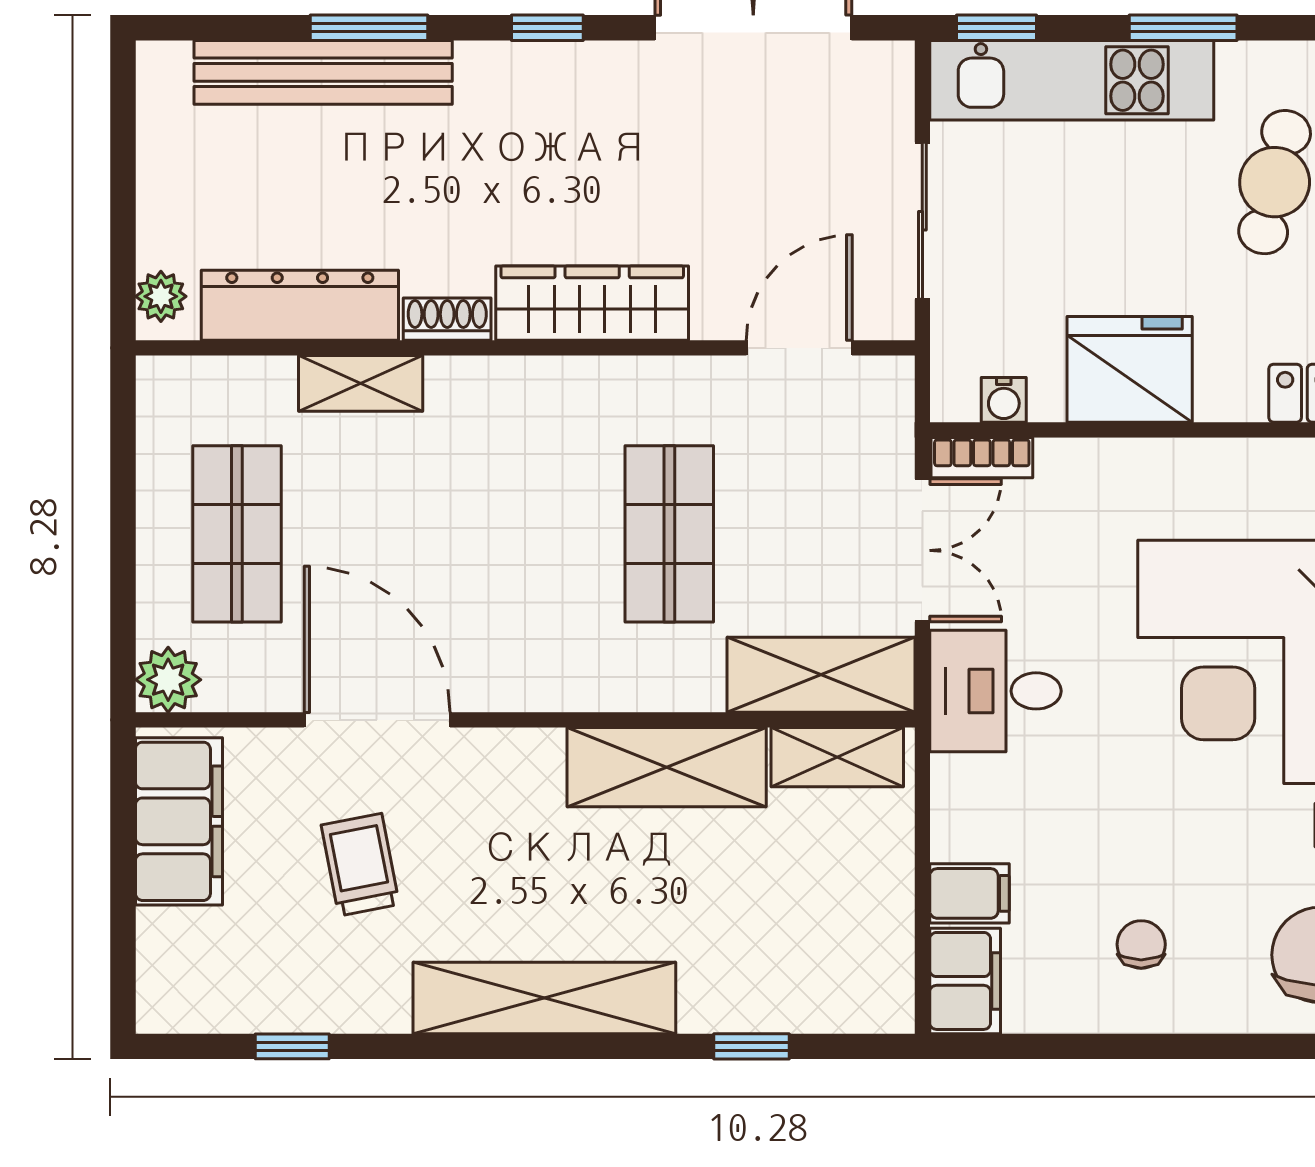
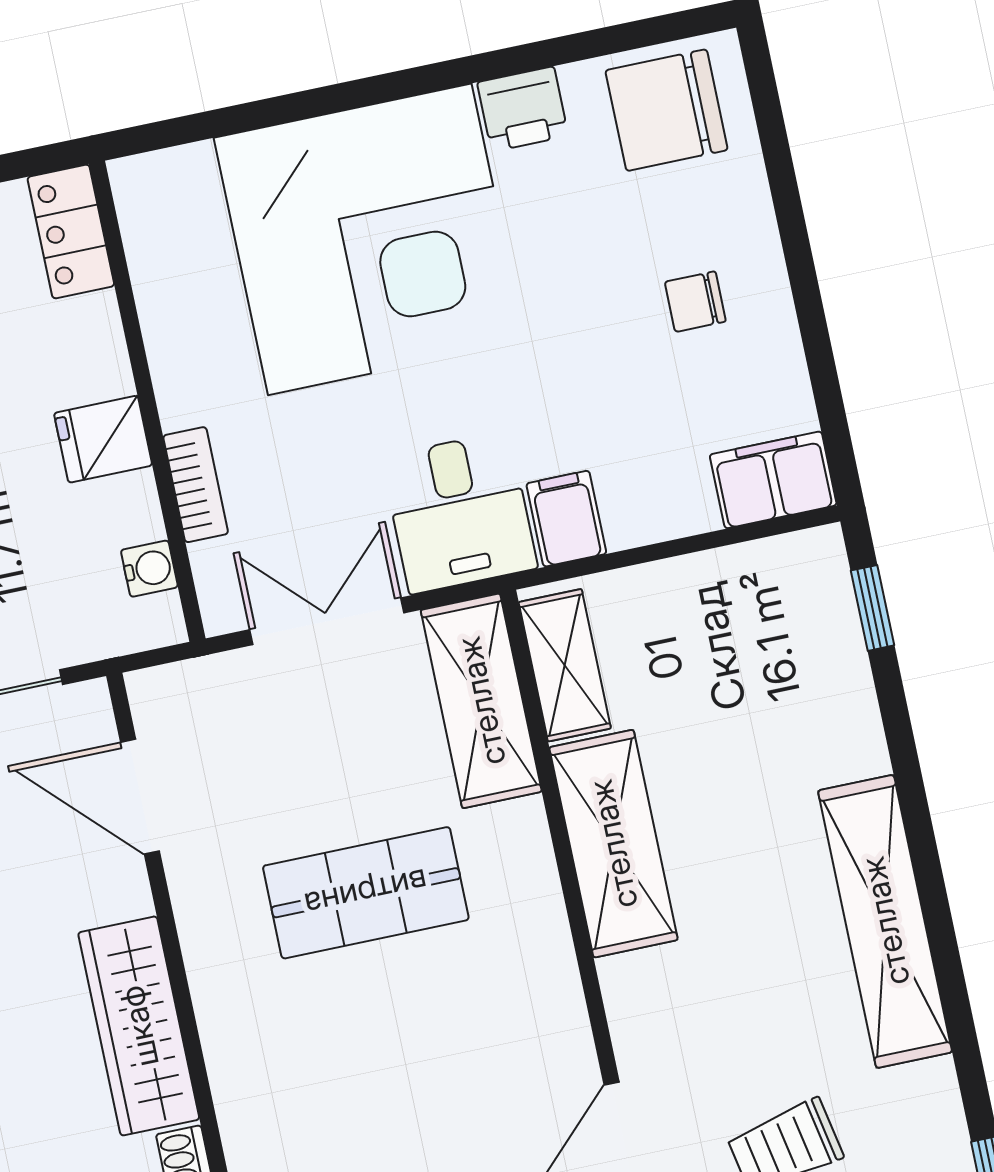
fridge: (1130, 369) -> (103, 439), width x0.53, depth x0.75
bookcase: (982, 458) -> (196, 485), moved
filing cabinet: (969, 893) -> (566, 519), moved
window: (751, 1046) -> (873, 608), moved

